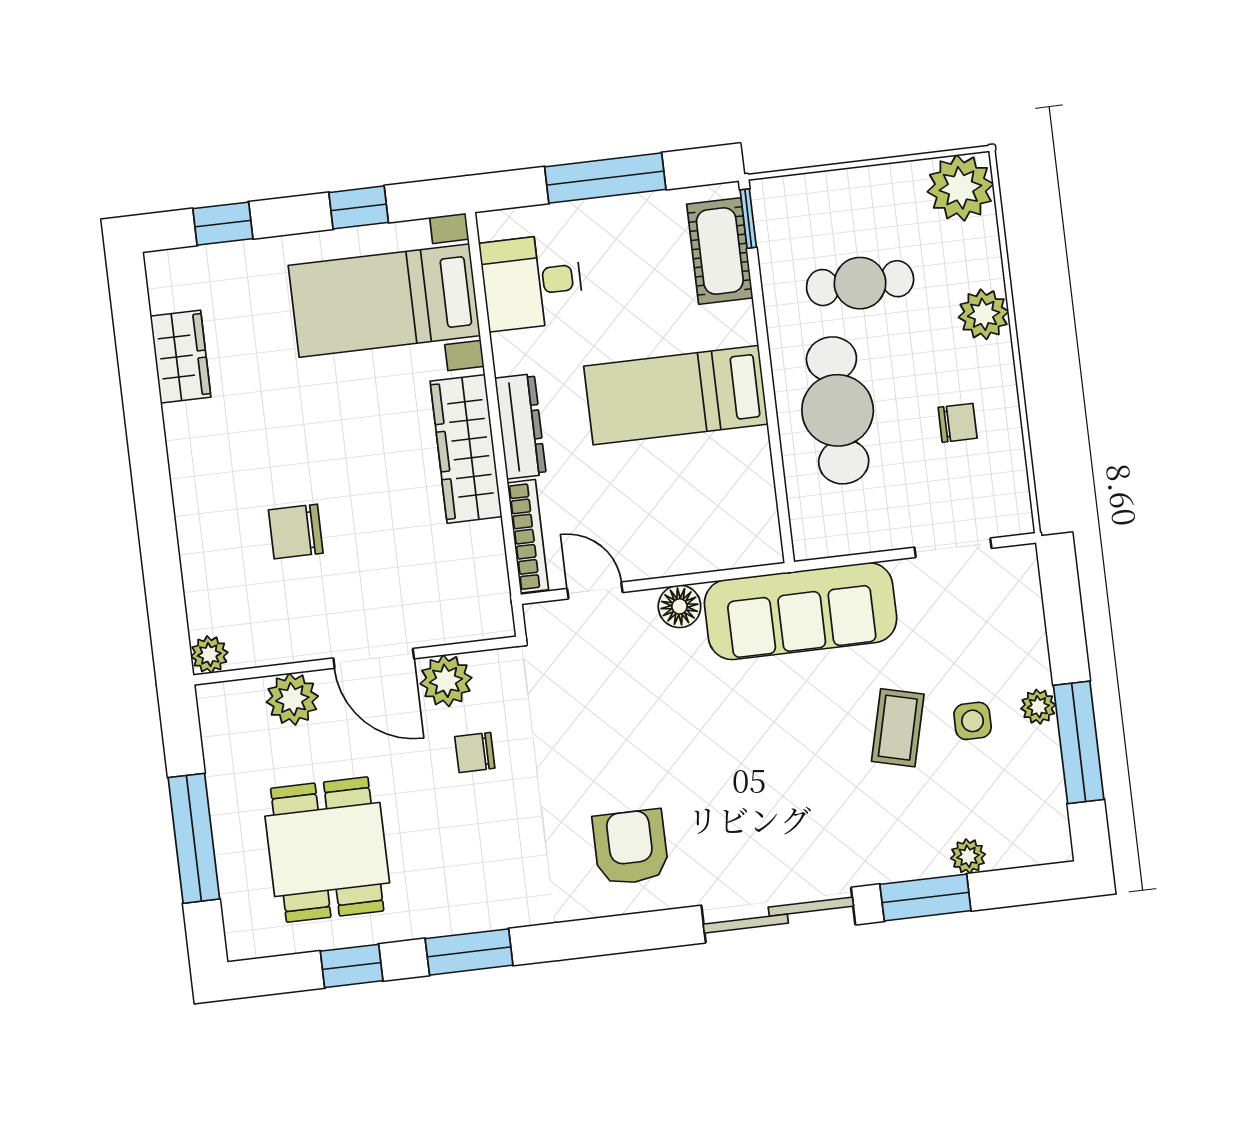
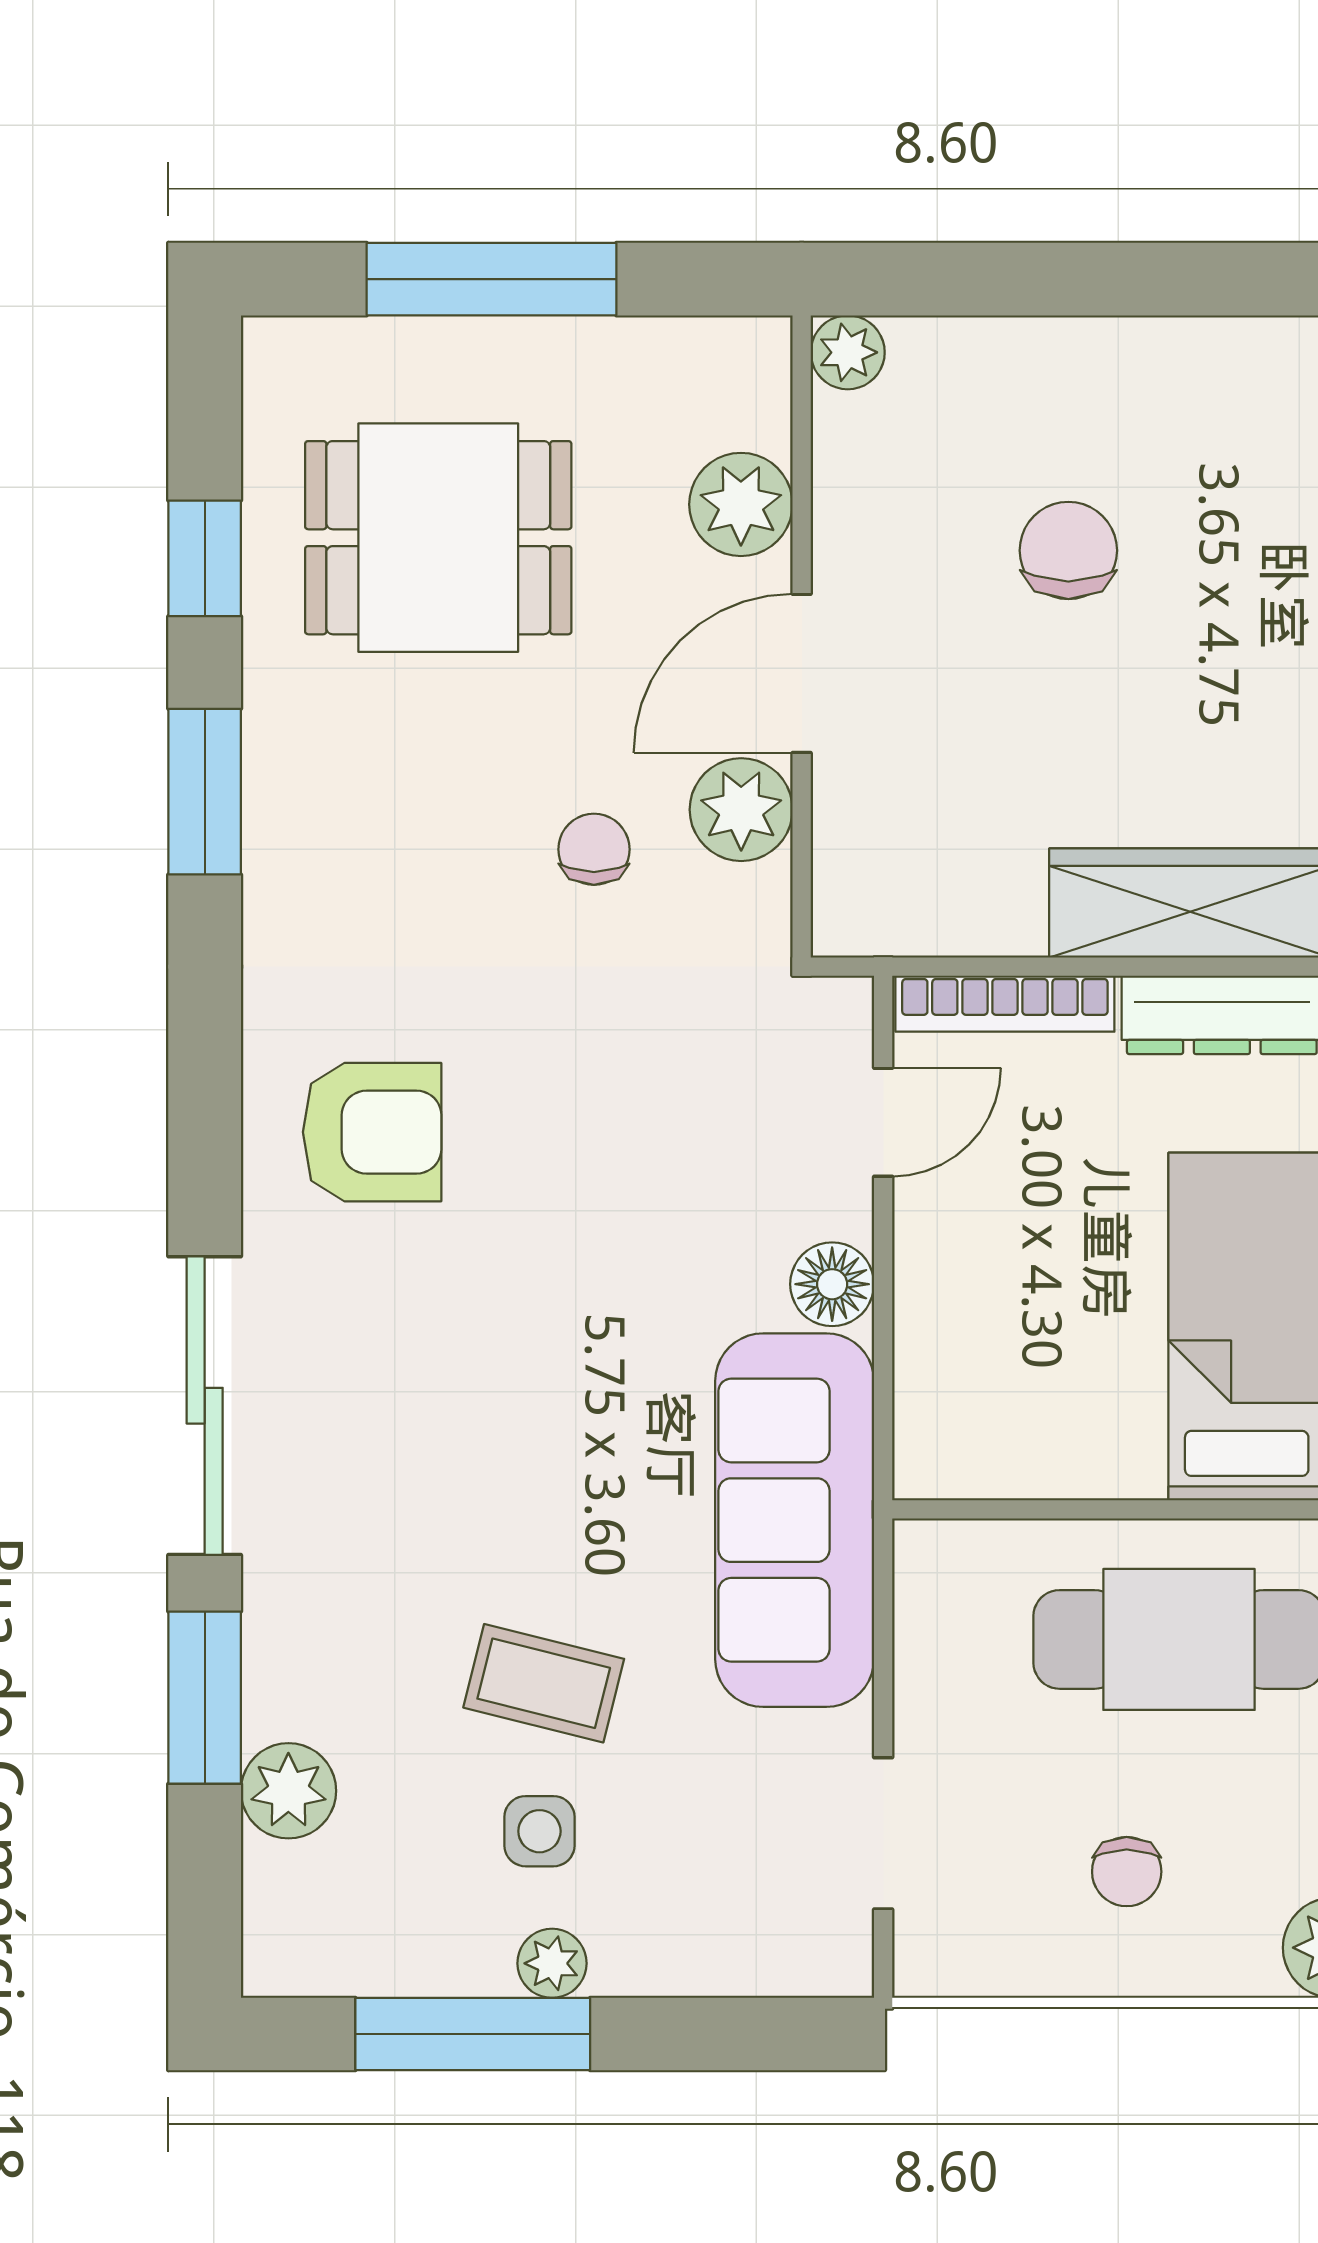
plant: (968, 856) -> (288, 1791), width x1.38, depth x1.38

